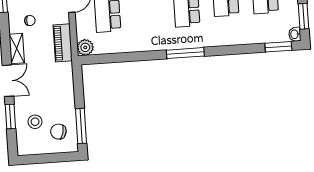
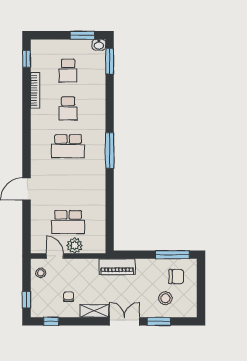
piano: (63, 43) -> (117, 267), moved
plant: (85, 47) -> (75, 245), moved
chair: (58, 132) -> (176, 277), turned -103

